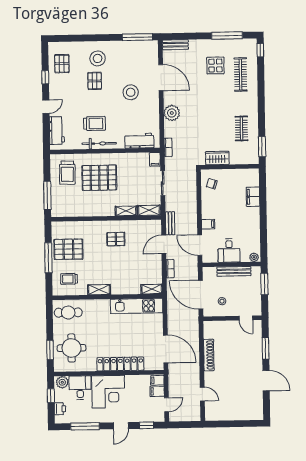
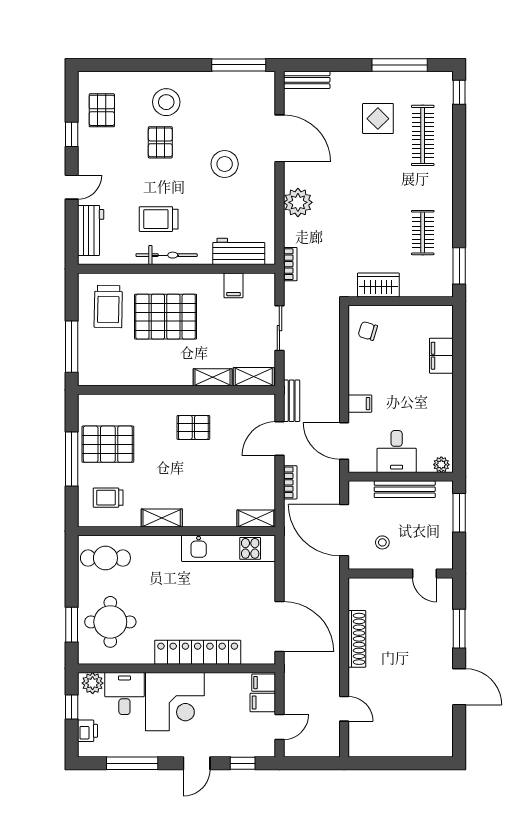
trolley: (94, 124) -> (159, 219), turned 180
filing cabinet: (155, 159) -> (233, 285), moved

